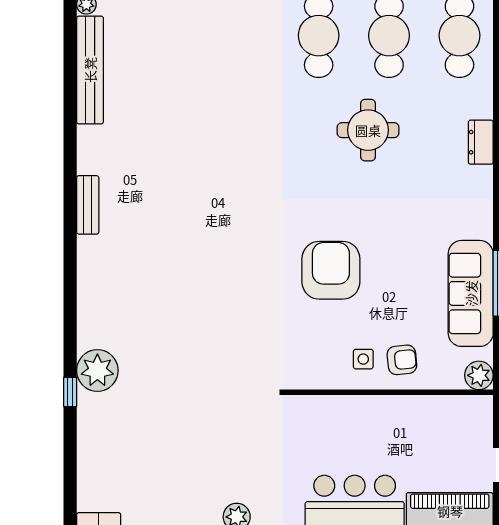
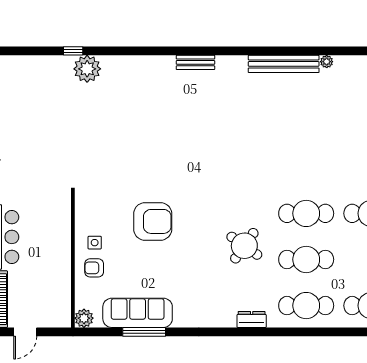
round table: (368, 130) -> (244, 246), turned 35
dresser: (481, 142) -> (252, 319), moved
armchair: (402, 360) -> (94, 268), turned 96

